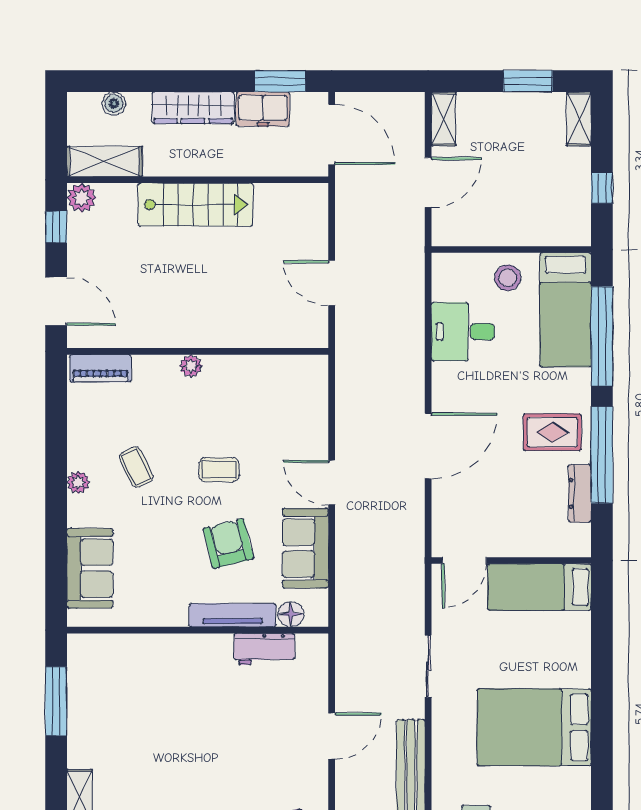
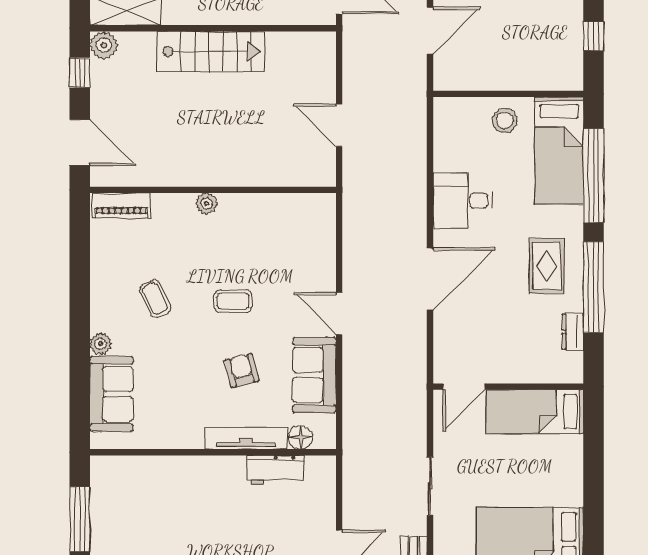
desk: (463, 332) -> (463, 201), moved
rug: (552, 432) -> (547, 266), turned 90
plant: (78, 482) -> (101, 344), moved
dresser: (580, 493) -> (573, 332), width x0.70
armchair: (228, 543) -> (242, 371), width x0.72, depth x0.72

